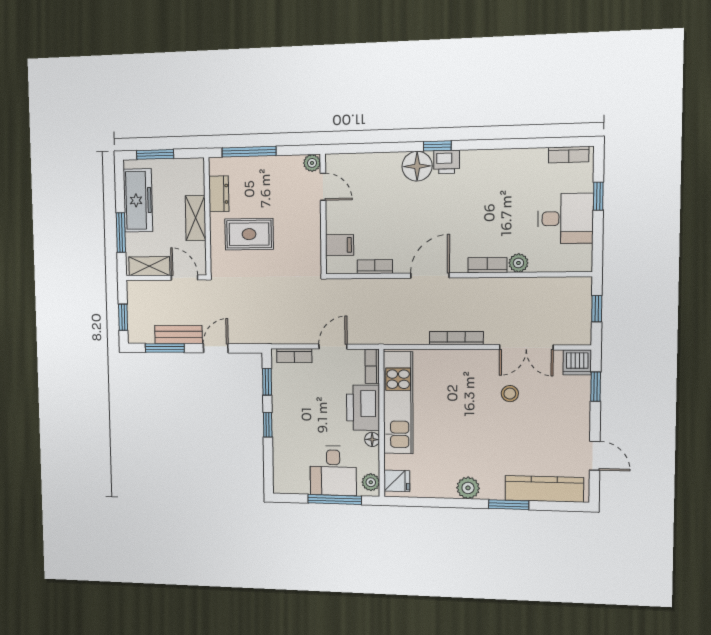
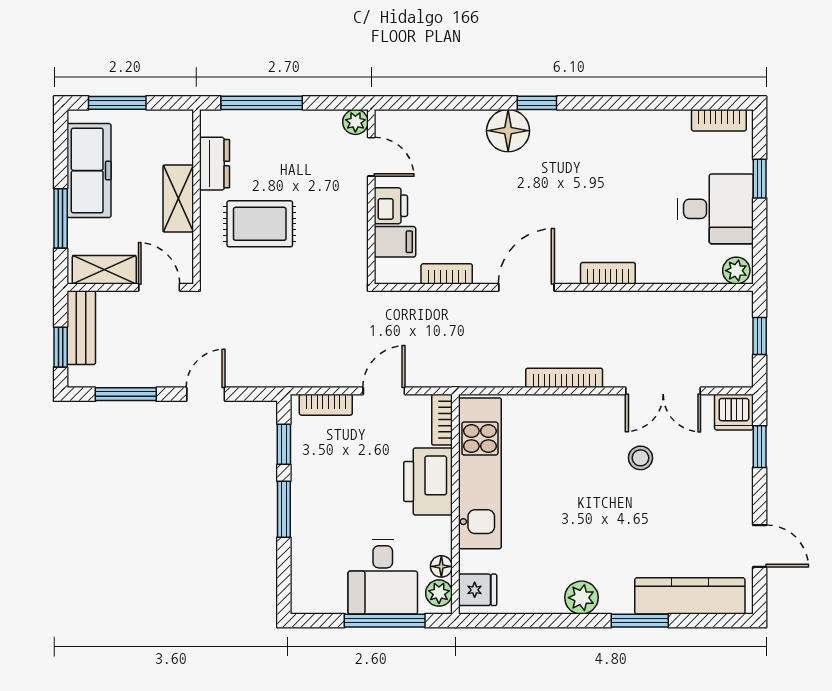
printer: (447, 162) -> (391, 206), moved, turned -90
plant: (518, 263) -> (736, 271), moved
bench: (178, 335) -> (81, 328), moved, turned 90
window: (268, 425) -> (284, 509), width x1.50
floor lamp: (372, 439) -> (441, 566), moved

